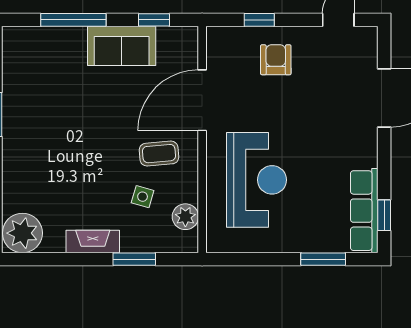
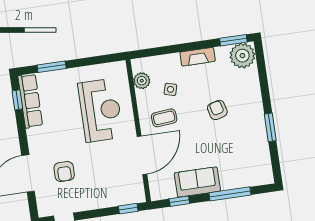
window: (259, 20) -> (128, 209), moved
armchair: (276, 60) -> (64, 172), moved
armchair: (74, 154) -> (217, 110), added
reception desk: (256, 180) -> (101, 110), turned 180
window: (134, 259) -> (233, 40), moved

